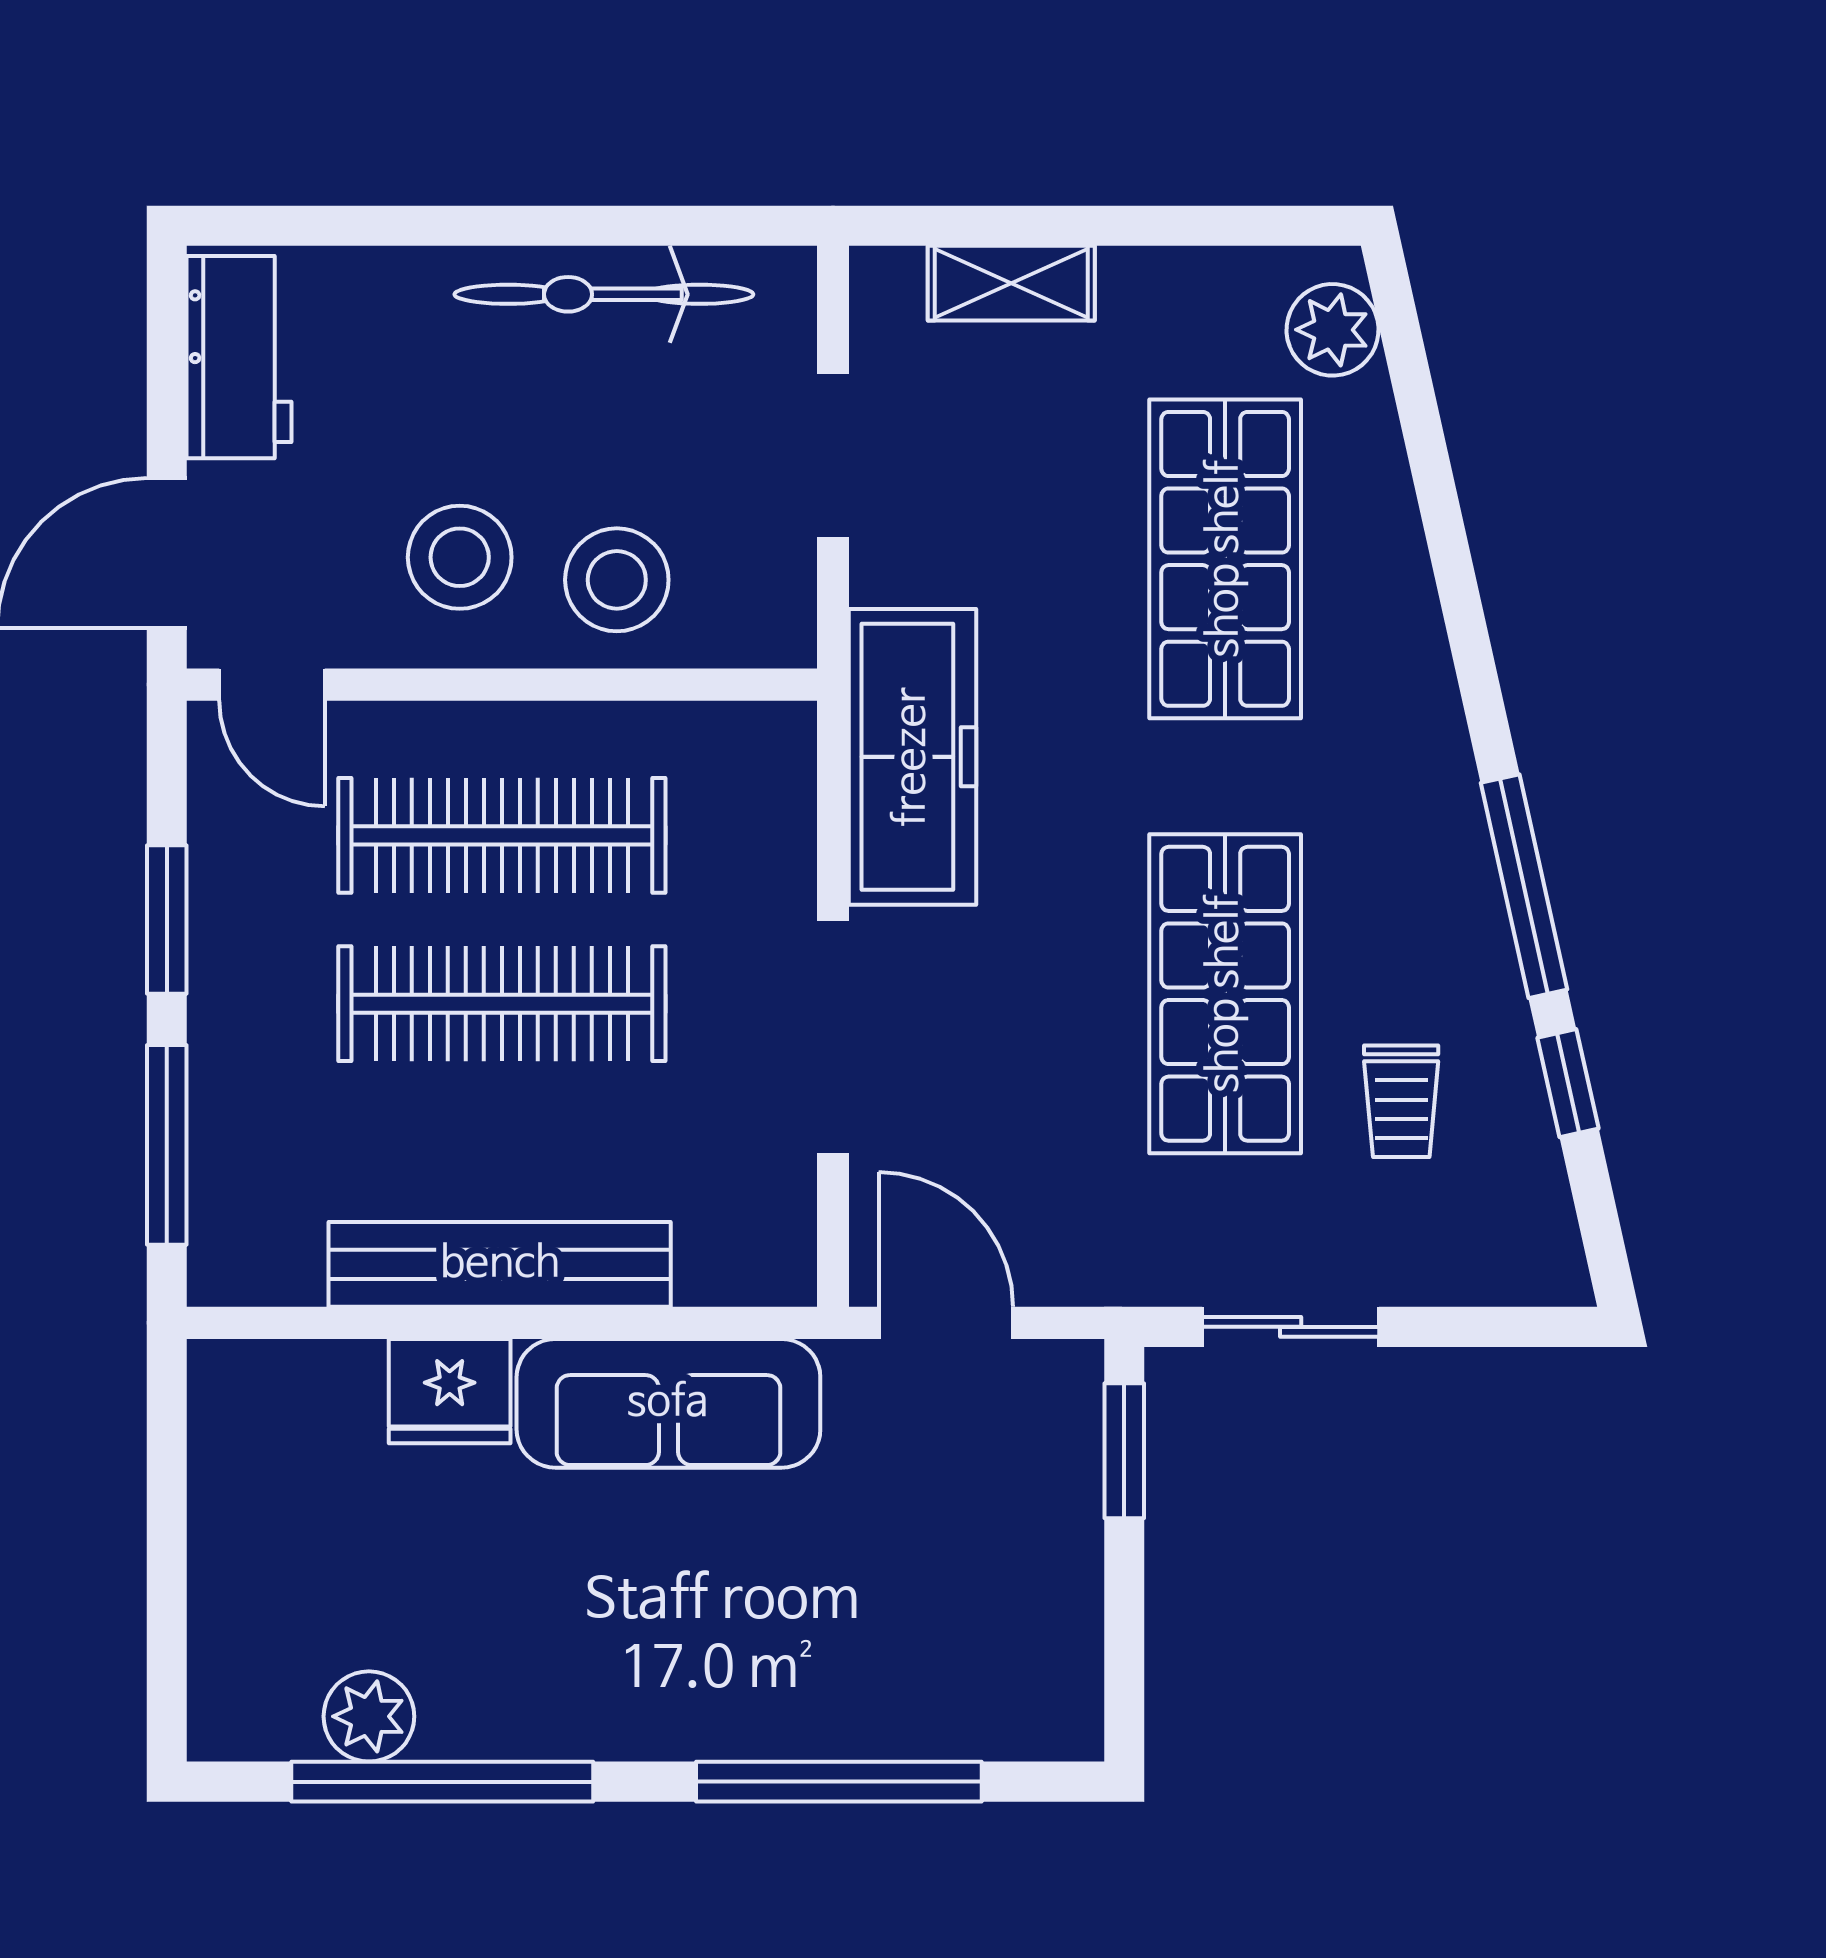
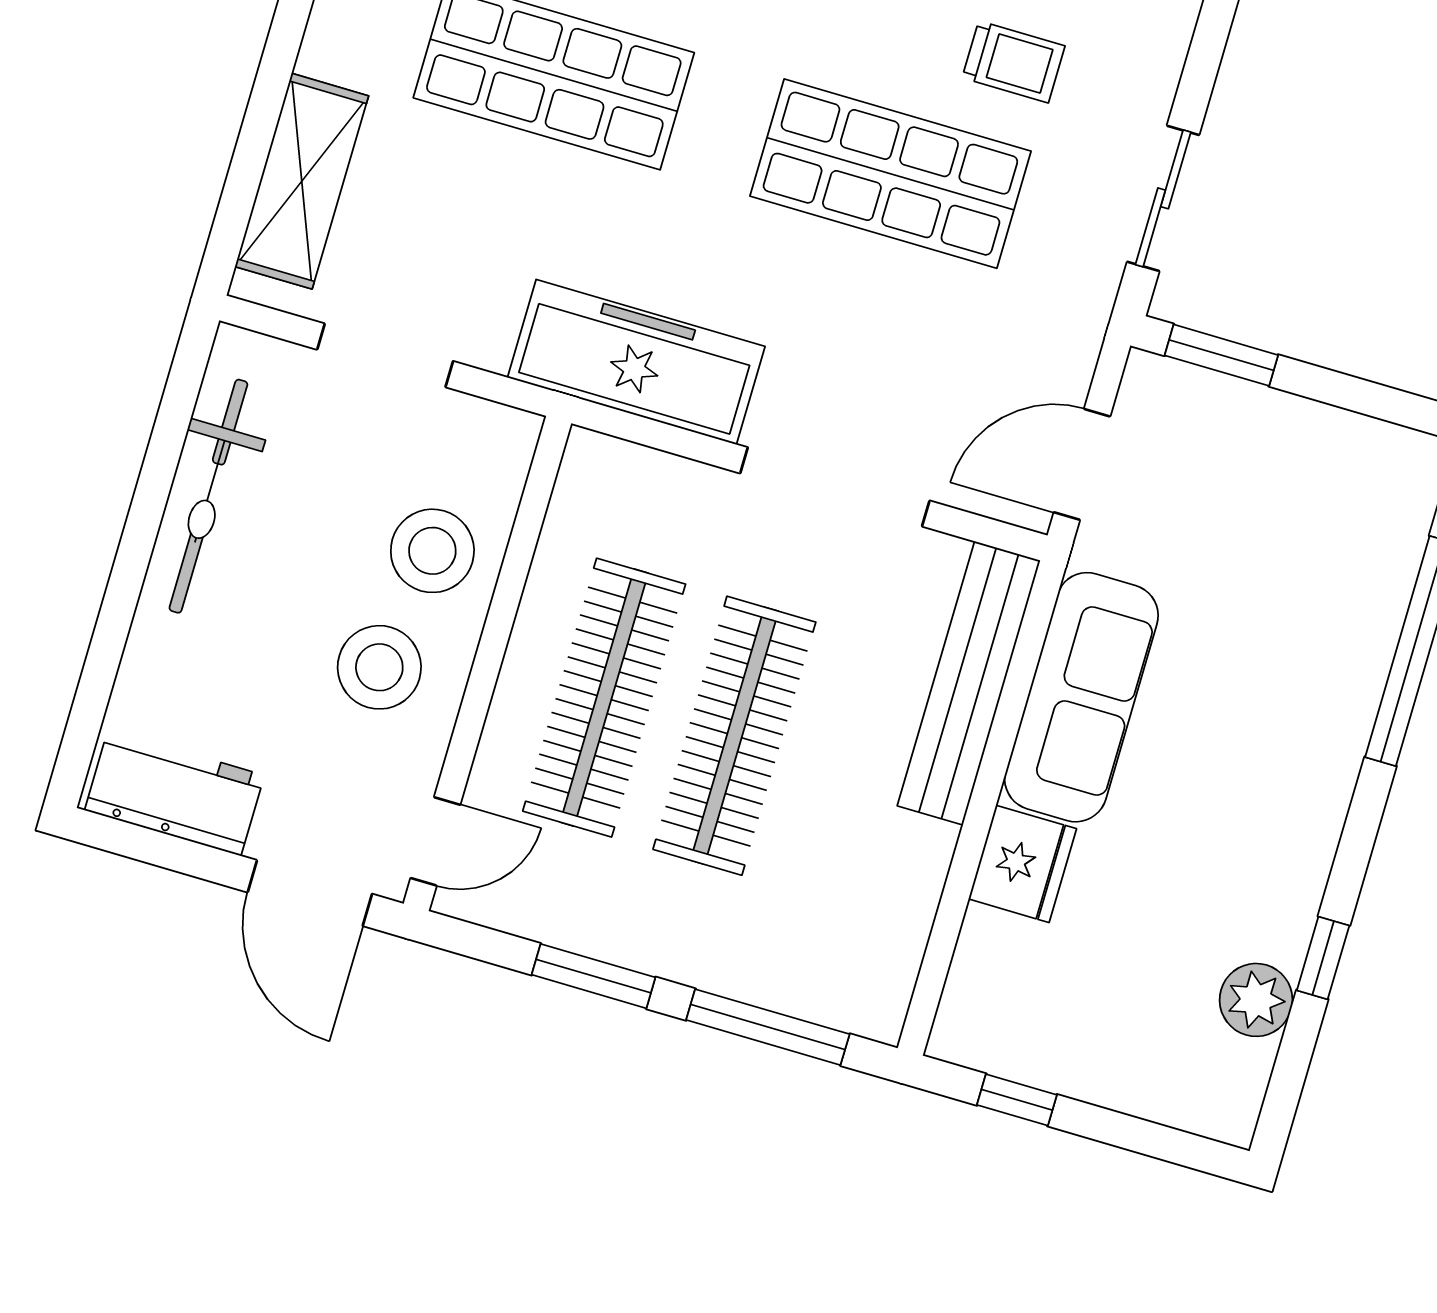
shelving: (1011, 283) -> (302, 181), width x1.50, depth x1.33
bench: (500, 1264) -> (969, 683), moved
window: (167, 1467) -> (1017, 1100), added
window: (442, 1782) -> (1323, 958), width x0.32

